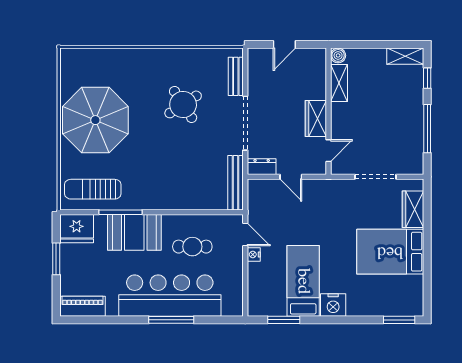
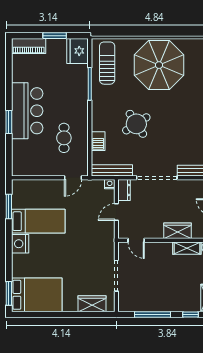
round table: (183, 104) -> (136, 124), moved
wardrobe: (316, 119) -> (177, 231), moved
barbecue: (197, 201) -> (98, 141), added
booth: (134, 232) -> (75, 94), removed
bed: (390, 252) -> (37, 295), moved, turned 90
nightstand: (254, 254) -> (110, 184), moved
bar counter: (170, 296) -> (27, 111), width x0.73
piano: (82, 306) -> (29, 46), moved, turned 90
window: (171, 320) -> (9, 122), width x0.69

